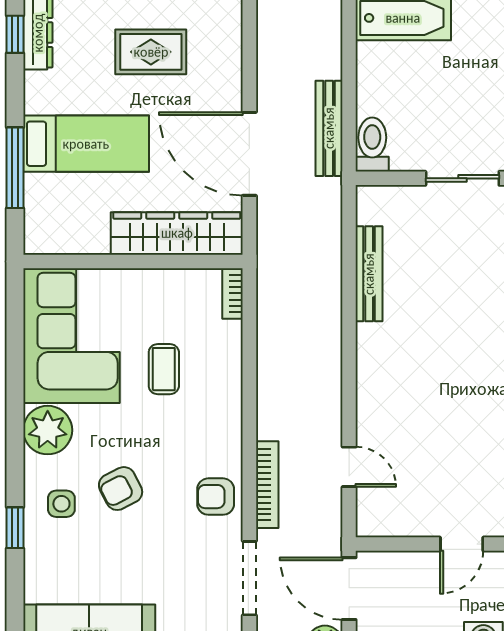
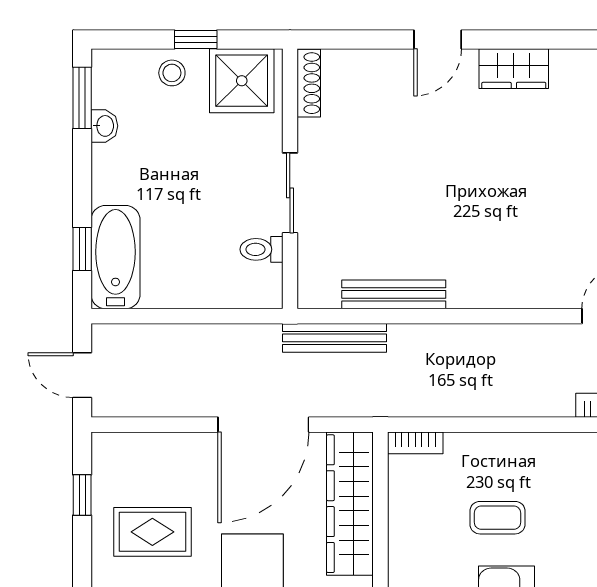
rug: (151, 52) -> (152, 532), turned 90
bench: (329, 128) -> (334, 338), moved
toilet: (372, 145) -> (261, 249), moved, width x0.73, depth x0.72

